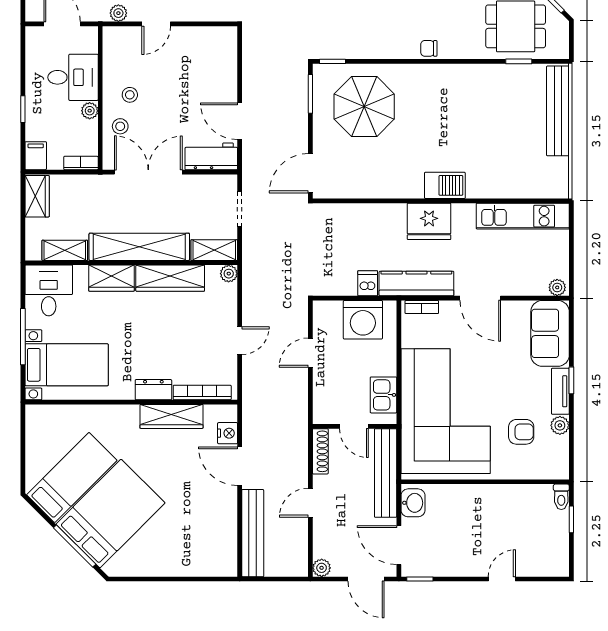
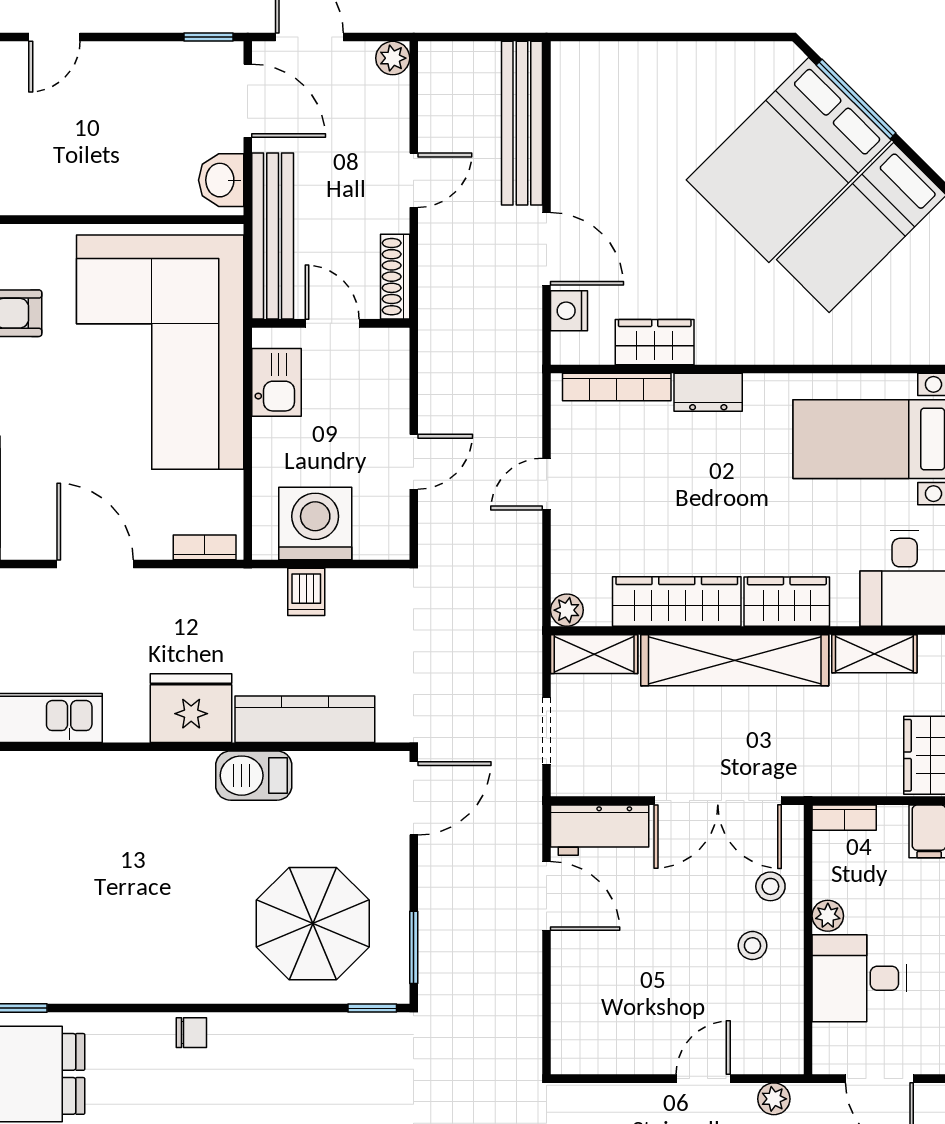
barbecue: (445, 185) -> (254, 776), moved
kitchen counter: (416, 284) -> (305, 719), moved, turned 180
wardrobe: (171, 416) -> (655, 342), width x0.67

